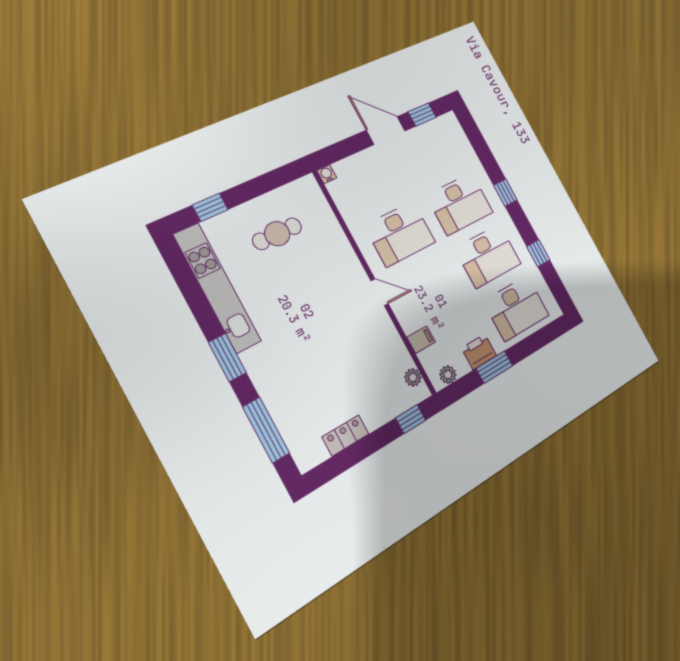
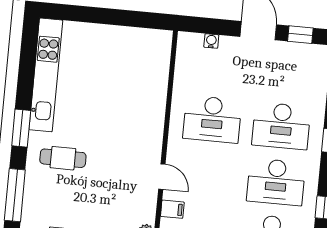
water cooler: (327, 174) -> (211, 41), moved
window: (210, 207) -> (79, 14), removed
cafe table: (277, 234) -> (63, 158), moved
door: (380, 292) -> (162, 177), moved

